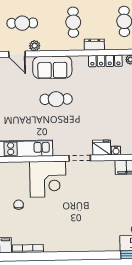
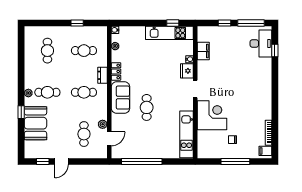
locker: (105, 61) -> (116, 71), width x0.66
sofa: (52, 67) -> (120, 98), moved

